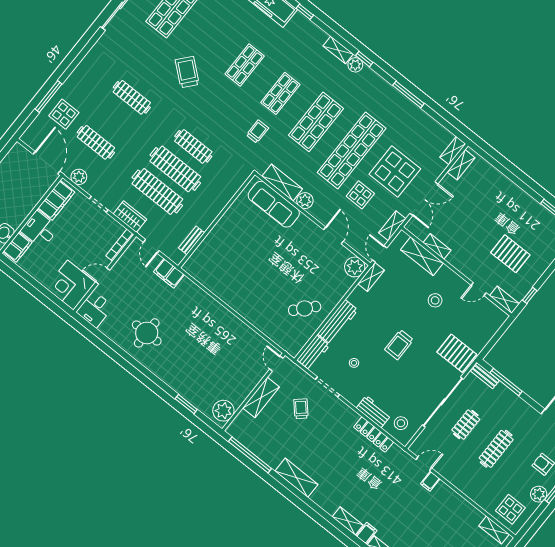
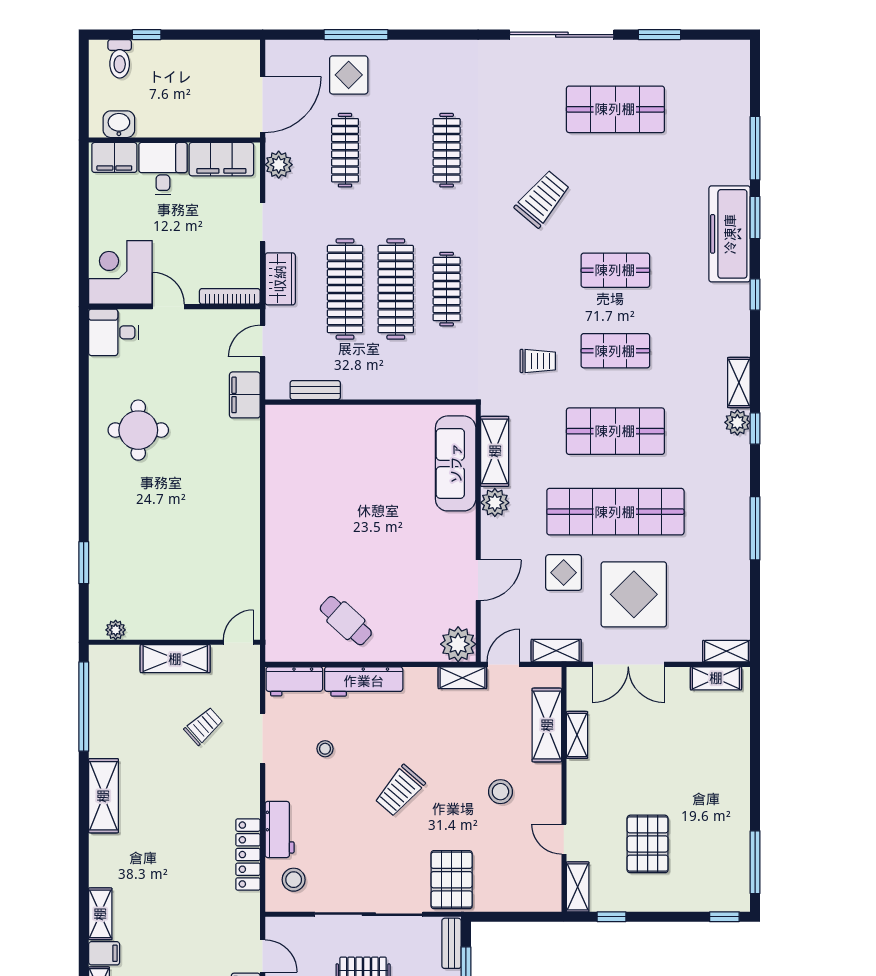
trolley: (399, 345) -> (400, 791), turned -49
plant: (223, 411) -> (116, 630), width x0.53, depth x0.53

